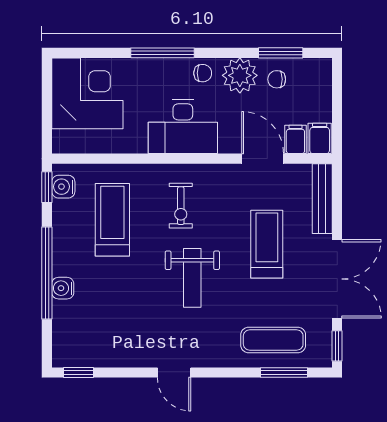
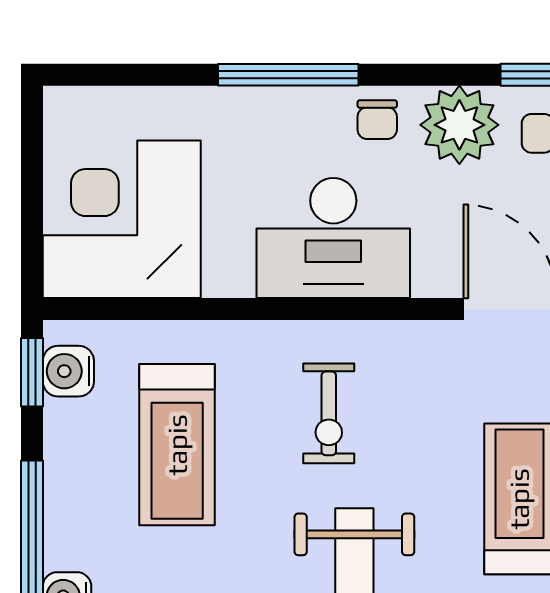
chair: (203, 73) -> (377, 120), turned 90
corner desk: (87, 93) -> (122, 219), moved, turned -90
treadmill: (112, 220) -> (177, 445), turned 180

